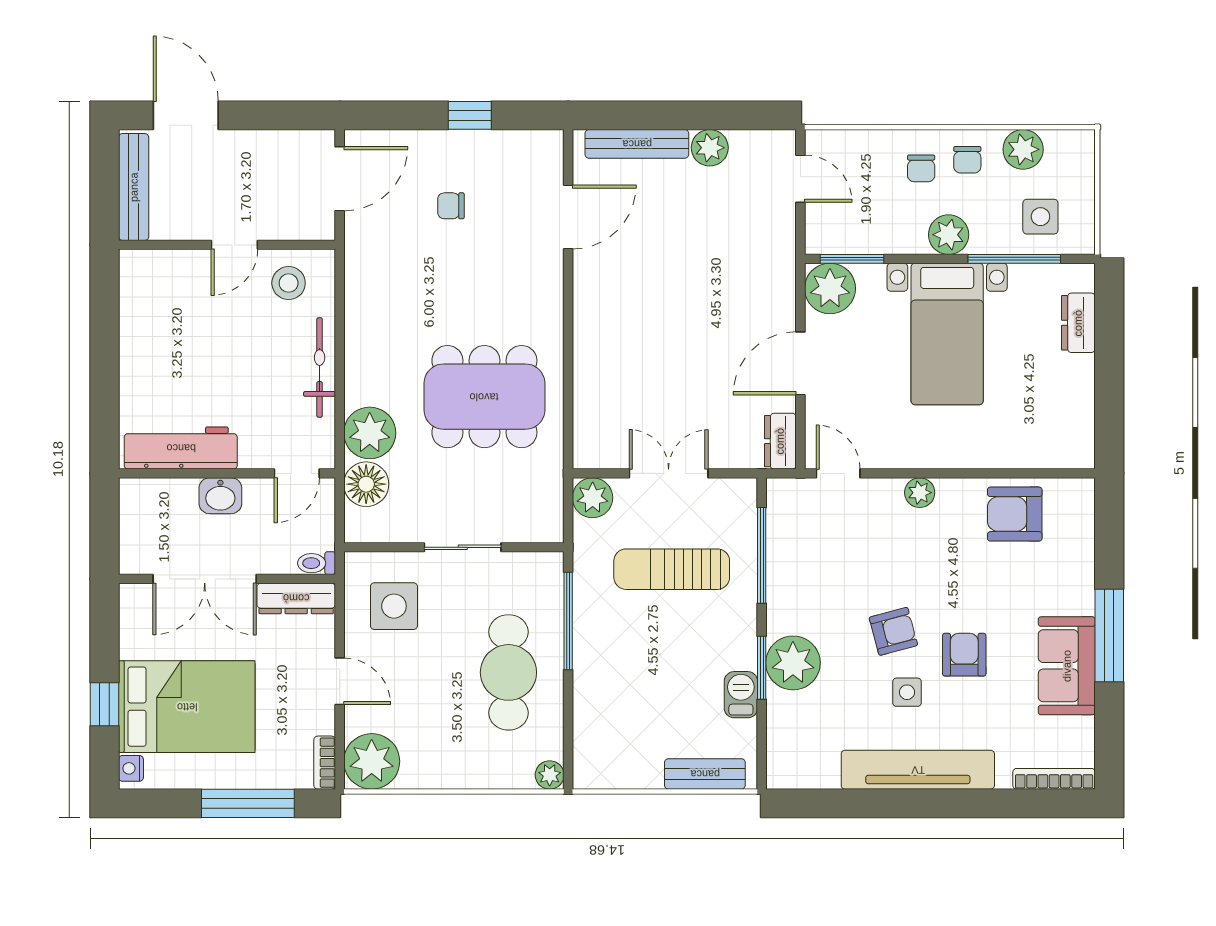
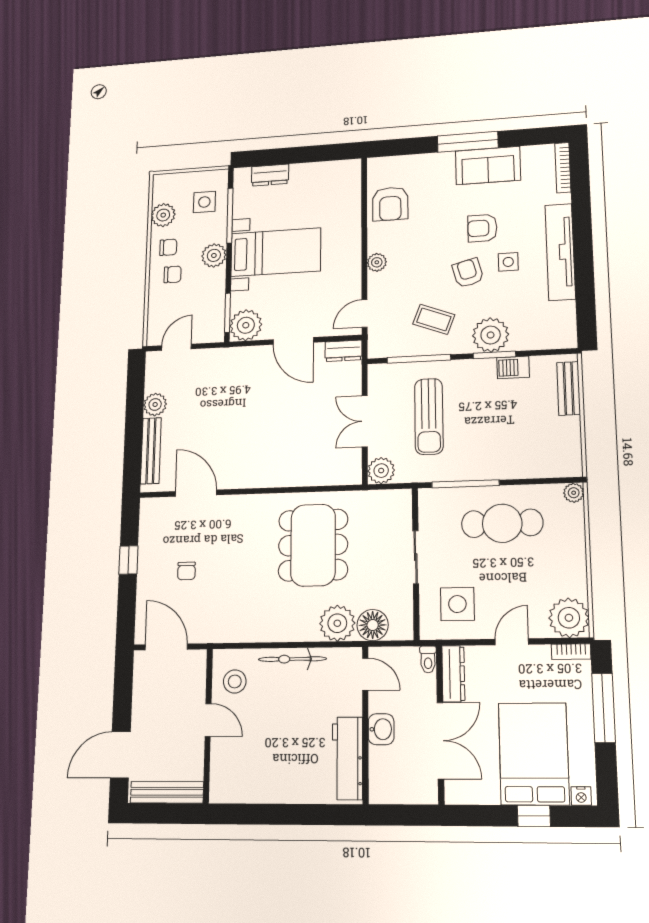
coffee table: (822, 579) -> (434, 319), added

